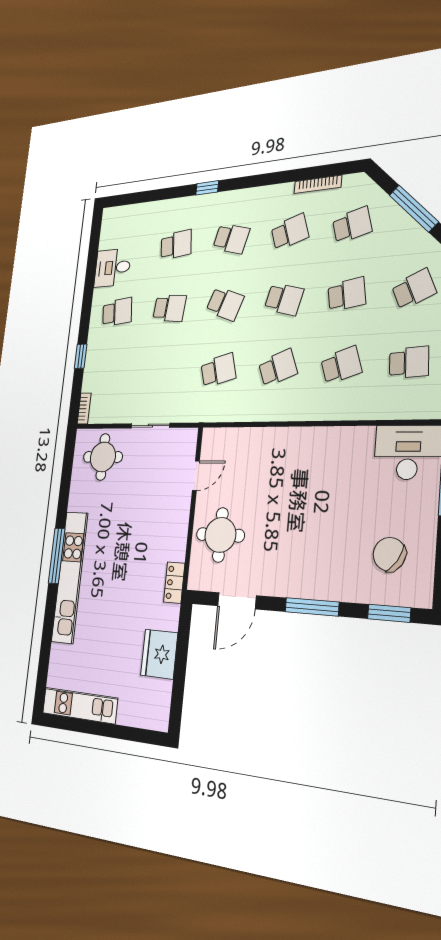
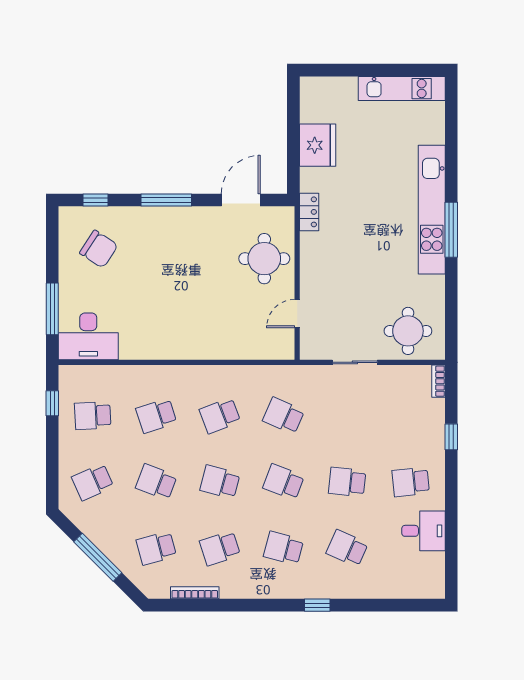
school desk: (176, 245) -> (347, 548), turned 30
school desk: (347, 294) -> (156, 482), turned 30
school desk: (218, 370) -> (284, 416), turned 39
window: (389, 613) -> (95, 200), width x0.67

